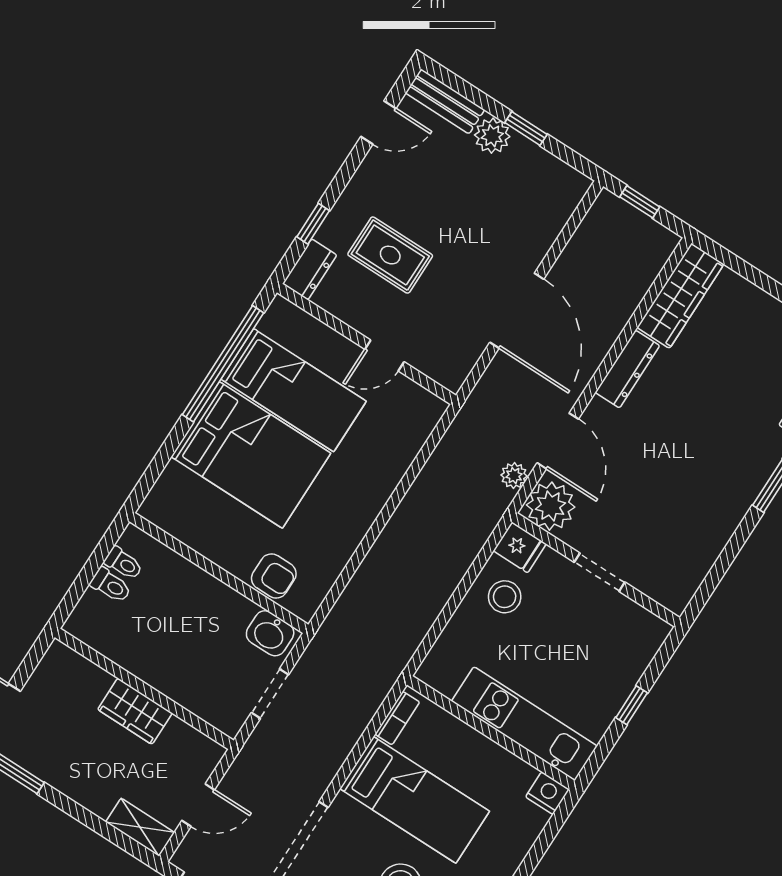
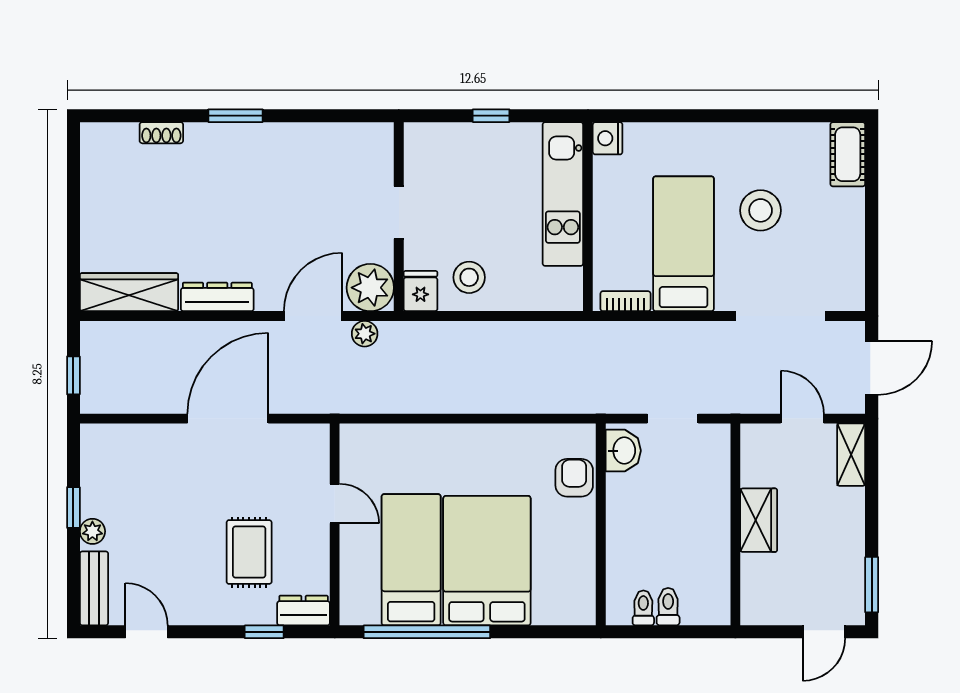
plant: (492, 136) -> (92, 531), width x0.73, depth x0.73

